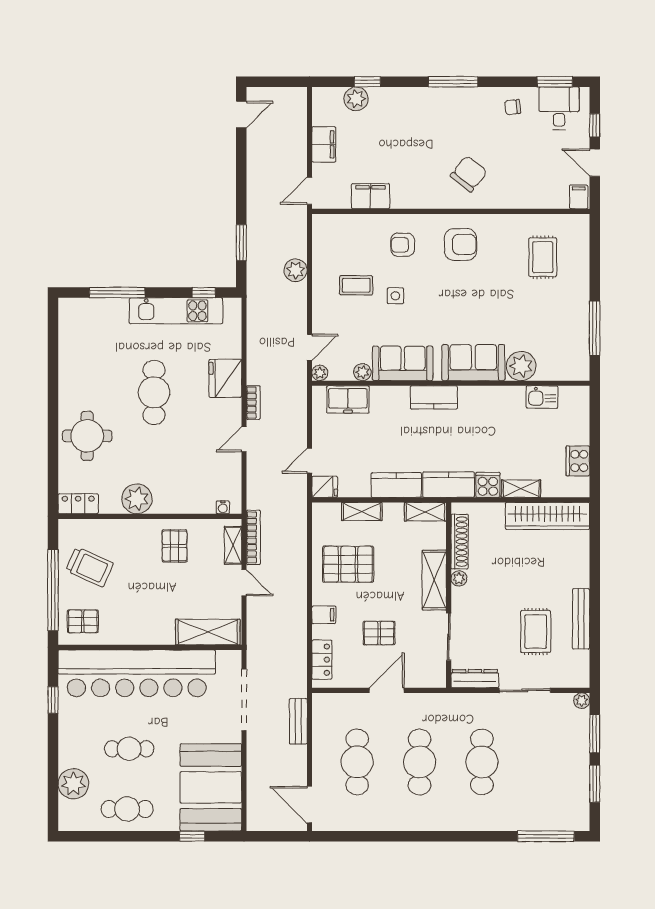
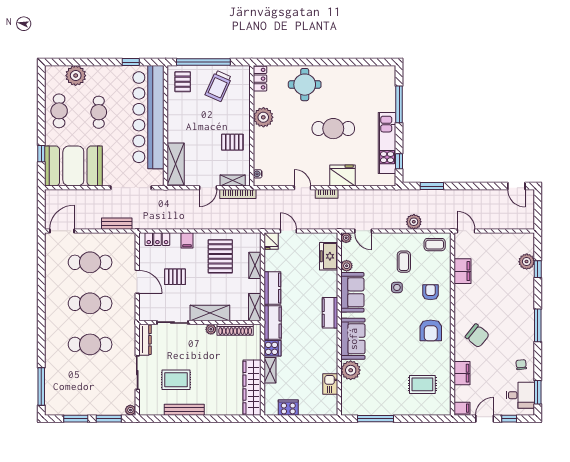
filing cabinet: (324, 144) -> (462, 373), moved, turned -90
coffee table: (330, 239) -> (435, 245), added
pallet: (379, 633) -> (175, 277), turned 90

